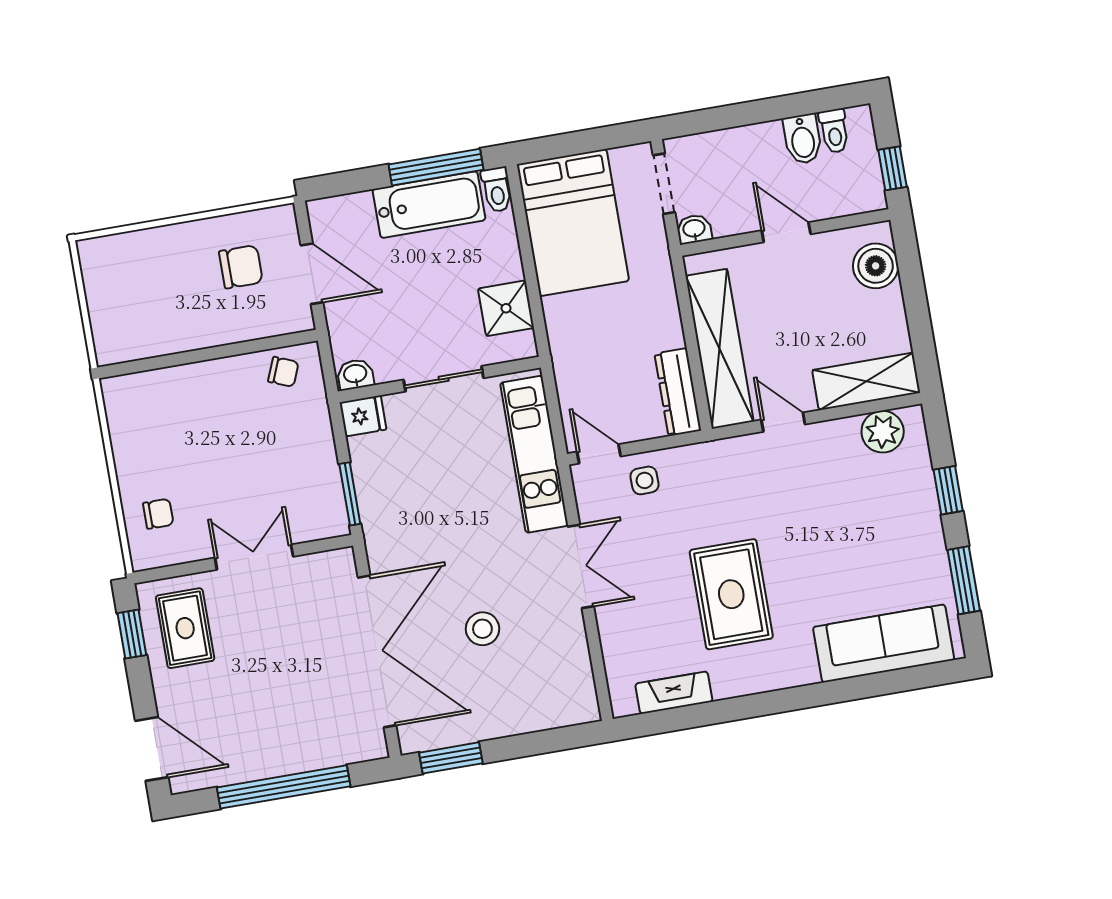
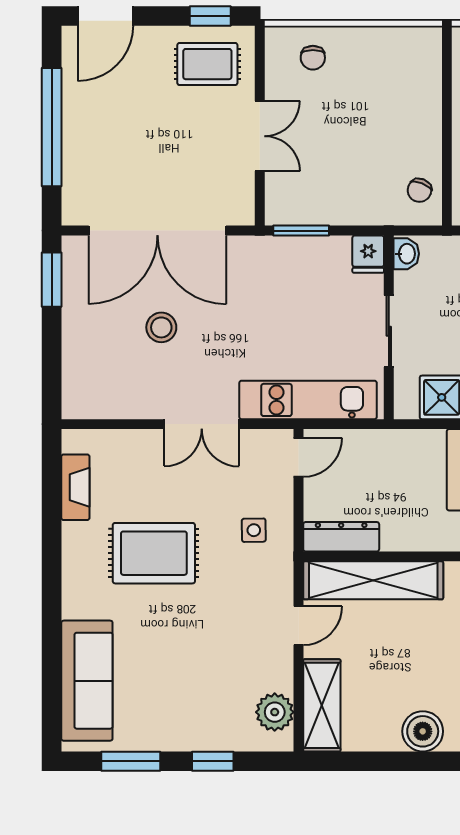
side table: (645, 480) -> (254, 530), moved

